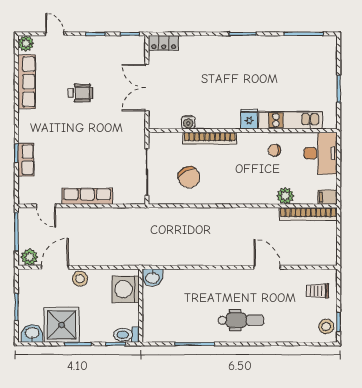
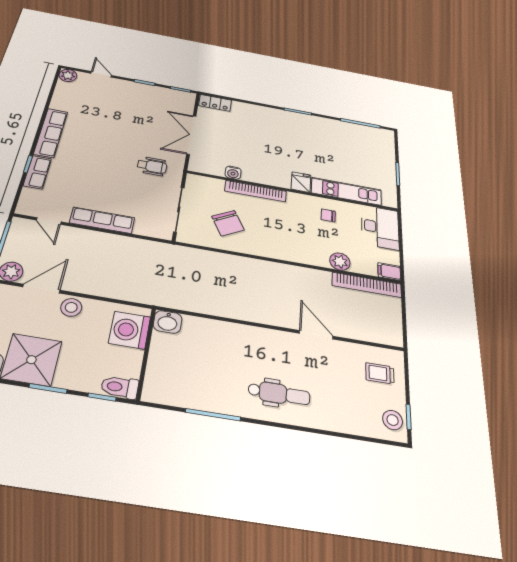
row of seats: (27, 82) -> (51, 133), moved
wheelchair: (80, 93) -> (152, 166), moved

